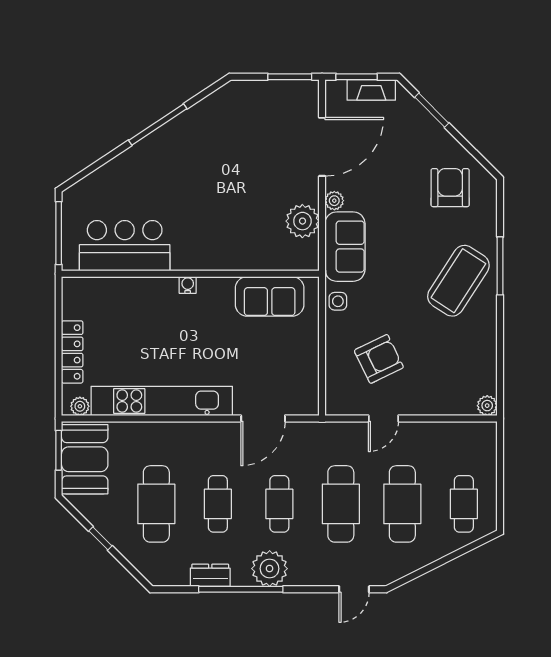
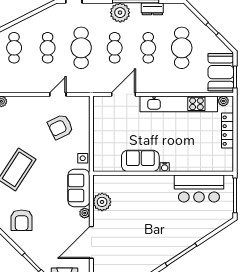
sofa: (270, 296) -> (140, 161), moved
cafe table: (402, 504) -> (48, 48), width x0.73, depth x0.74

